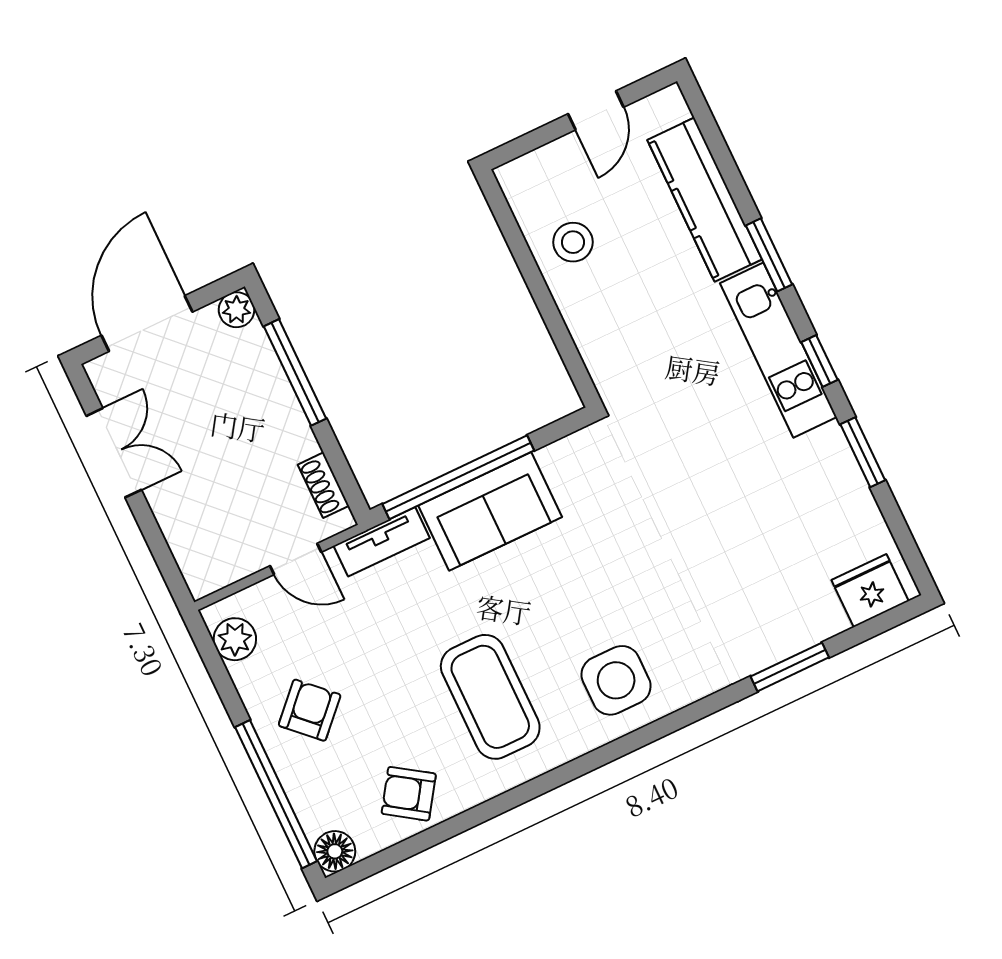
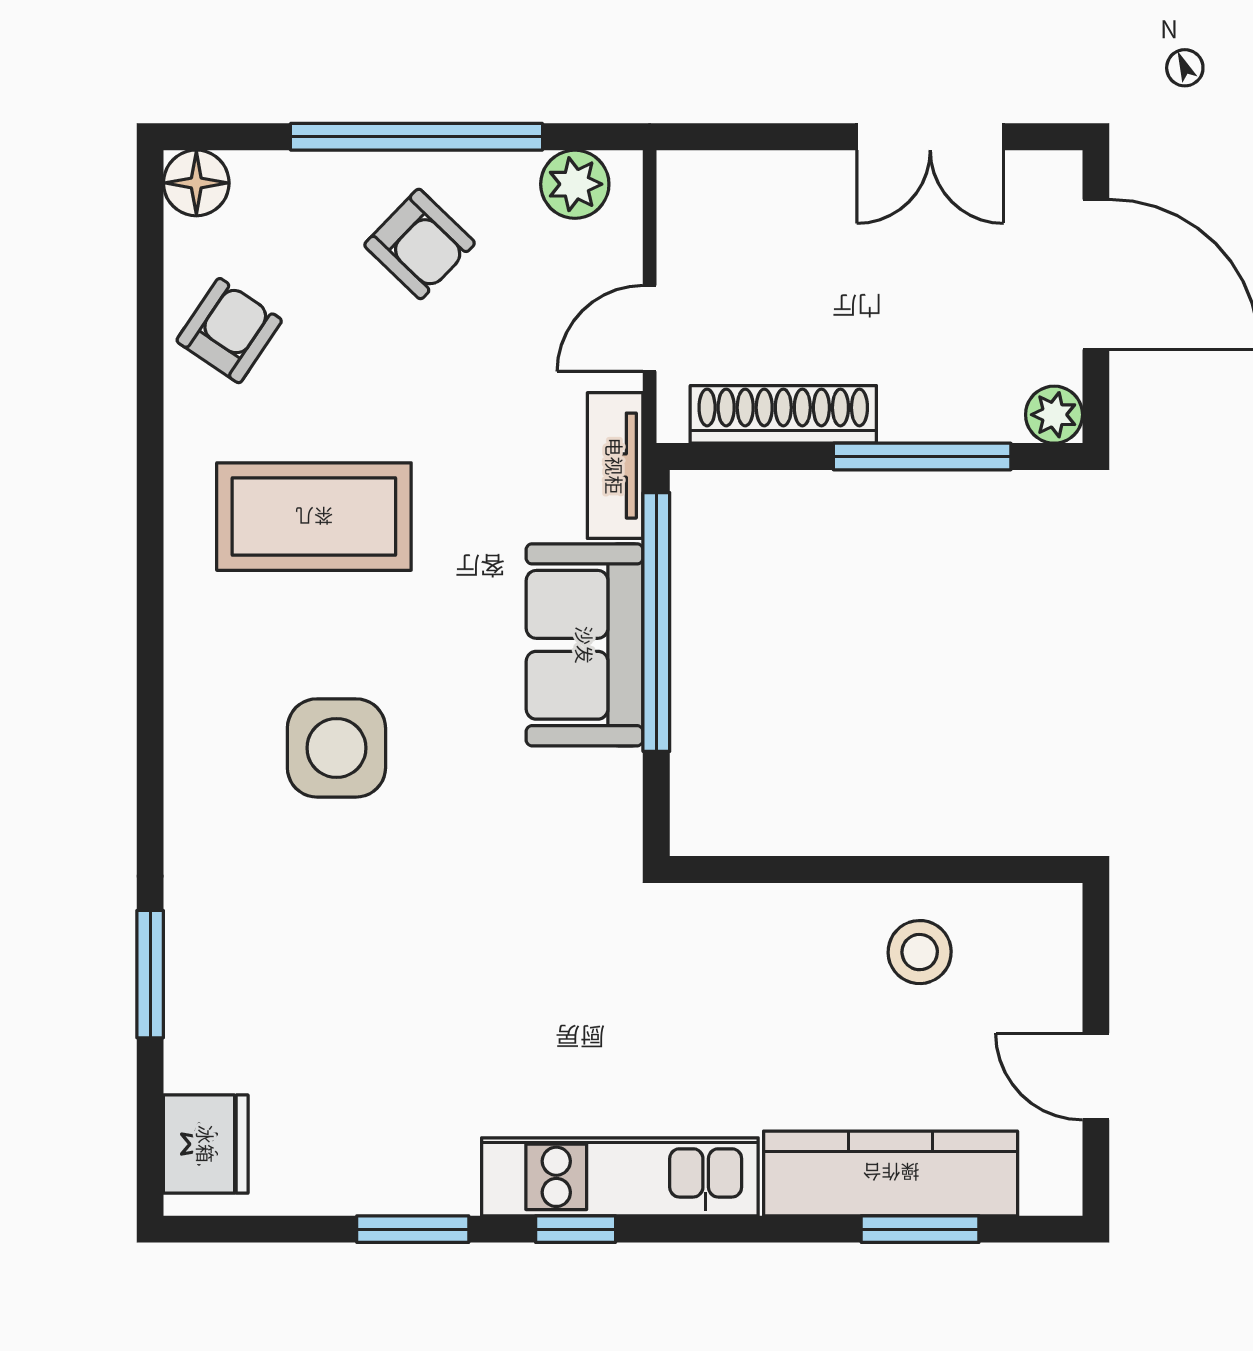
window: (769, 255) -> (920, 1229), moved
shoe rack: (323, 485) -> (783, 414), width x1.94, depth x1.24
side table: (616, 680) -> (336, 748), moved
window: (276, 794) -> (417, 137), moved

